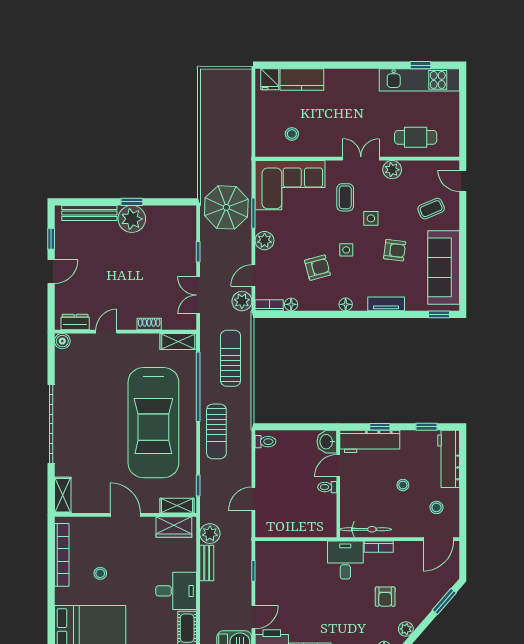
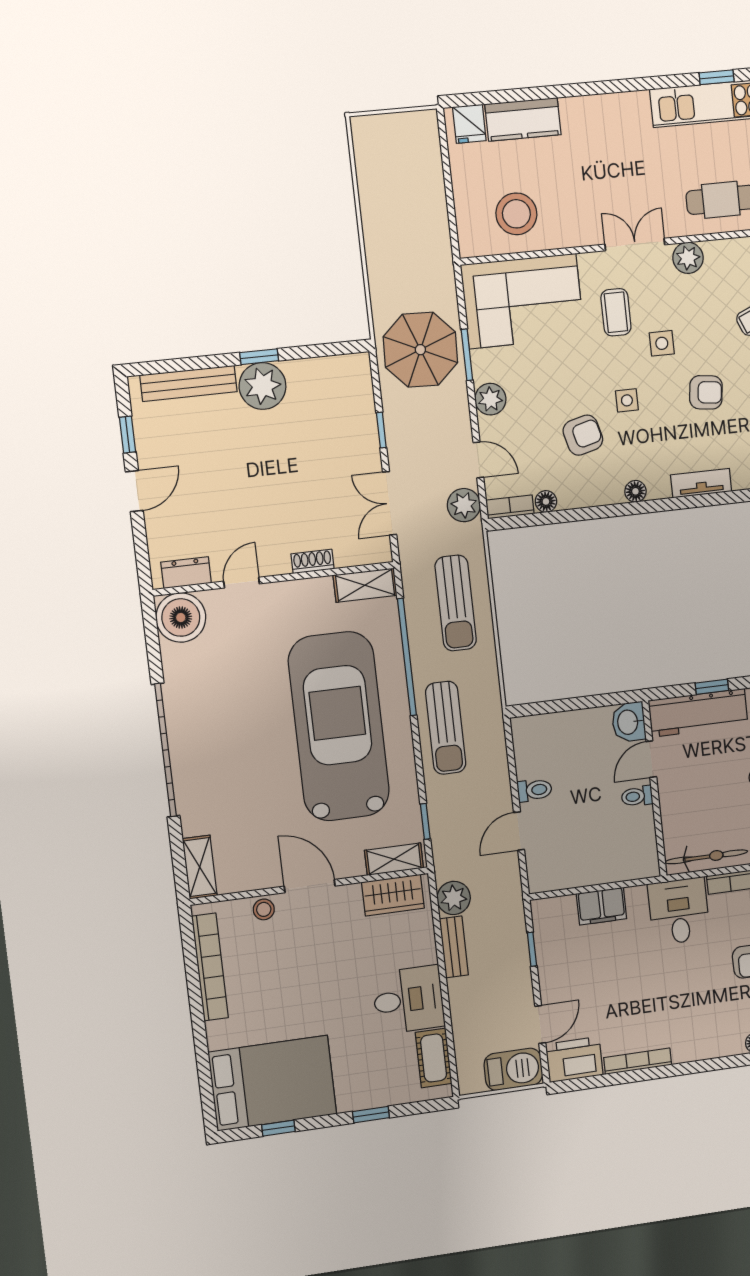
stool: (292, 134) -> (516, 214), width x1.89, depth x1.89
door: (253, 275) -> (478, 460), swing flipped
boiler: (62, 341) -> (181, 618), width x1.86, depth x1.86
sun lounger: (231, 358) -> (456, 603), turned 180
car: (153, 423) -> (339, 726), turned 180
toilet: (265, 442) -> (534, 790), moved
filing cabinet: (298, 551) -> (602, 906), added
stool: (100, 573) -> (264, 909), moved

